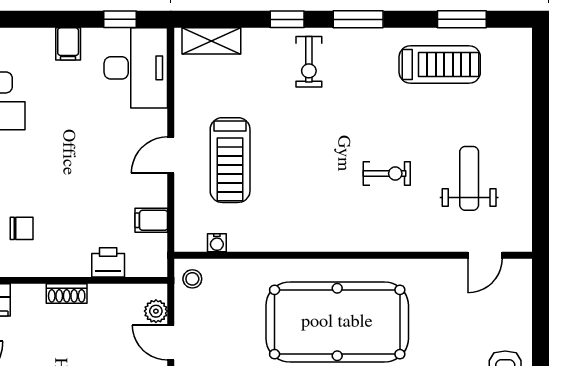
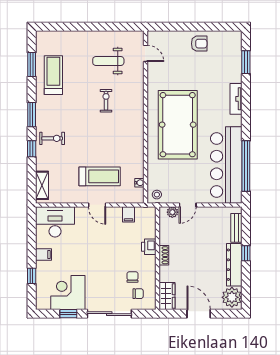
window: (120, 19) -> (32, 276), moved
printer: (108, 262) -> (149, 247), moved

